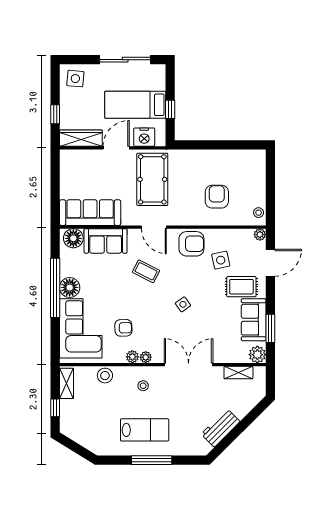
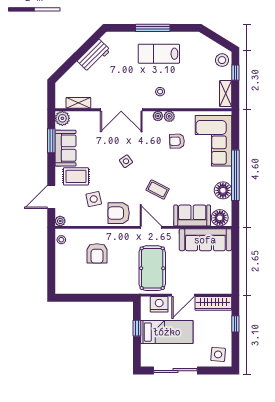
floor lamp: (70, 287) -> (223, 190), moved
stool: (105, 376) -> (222, 60), moved

